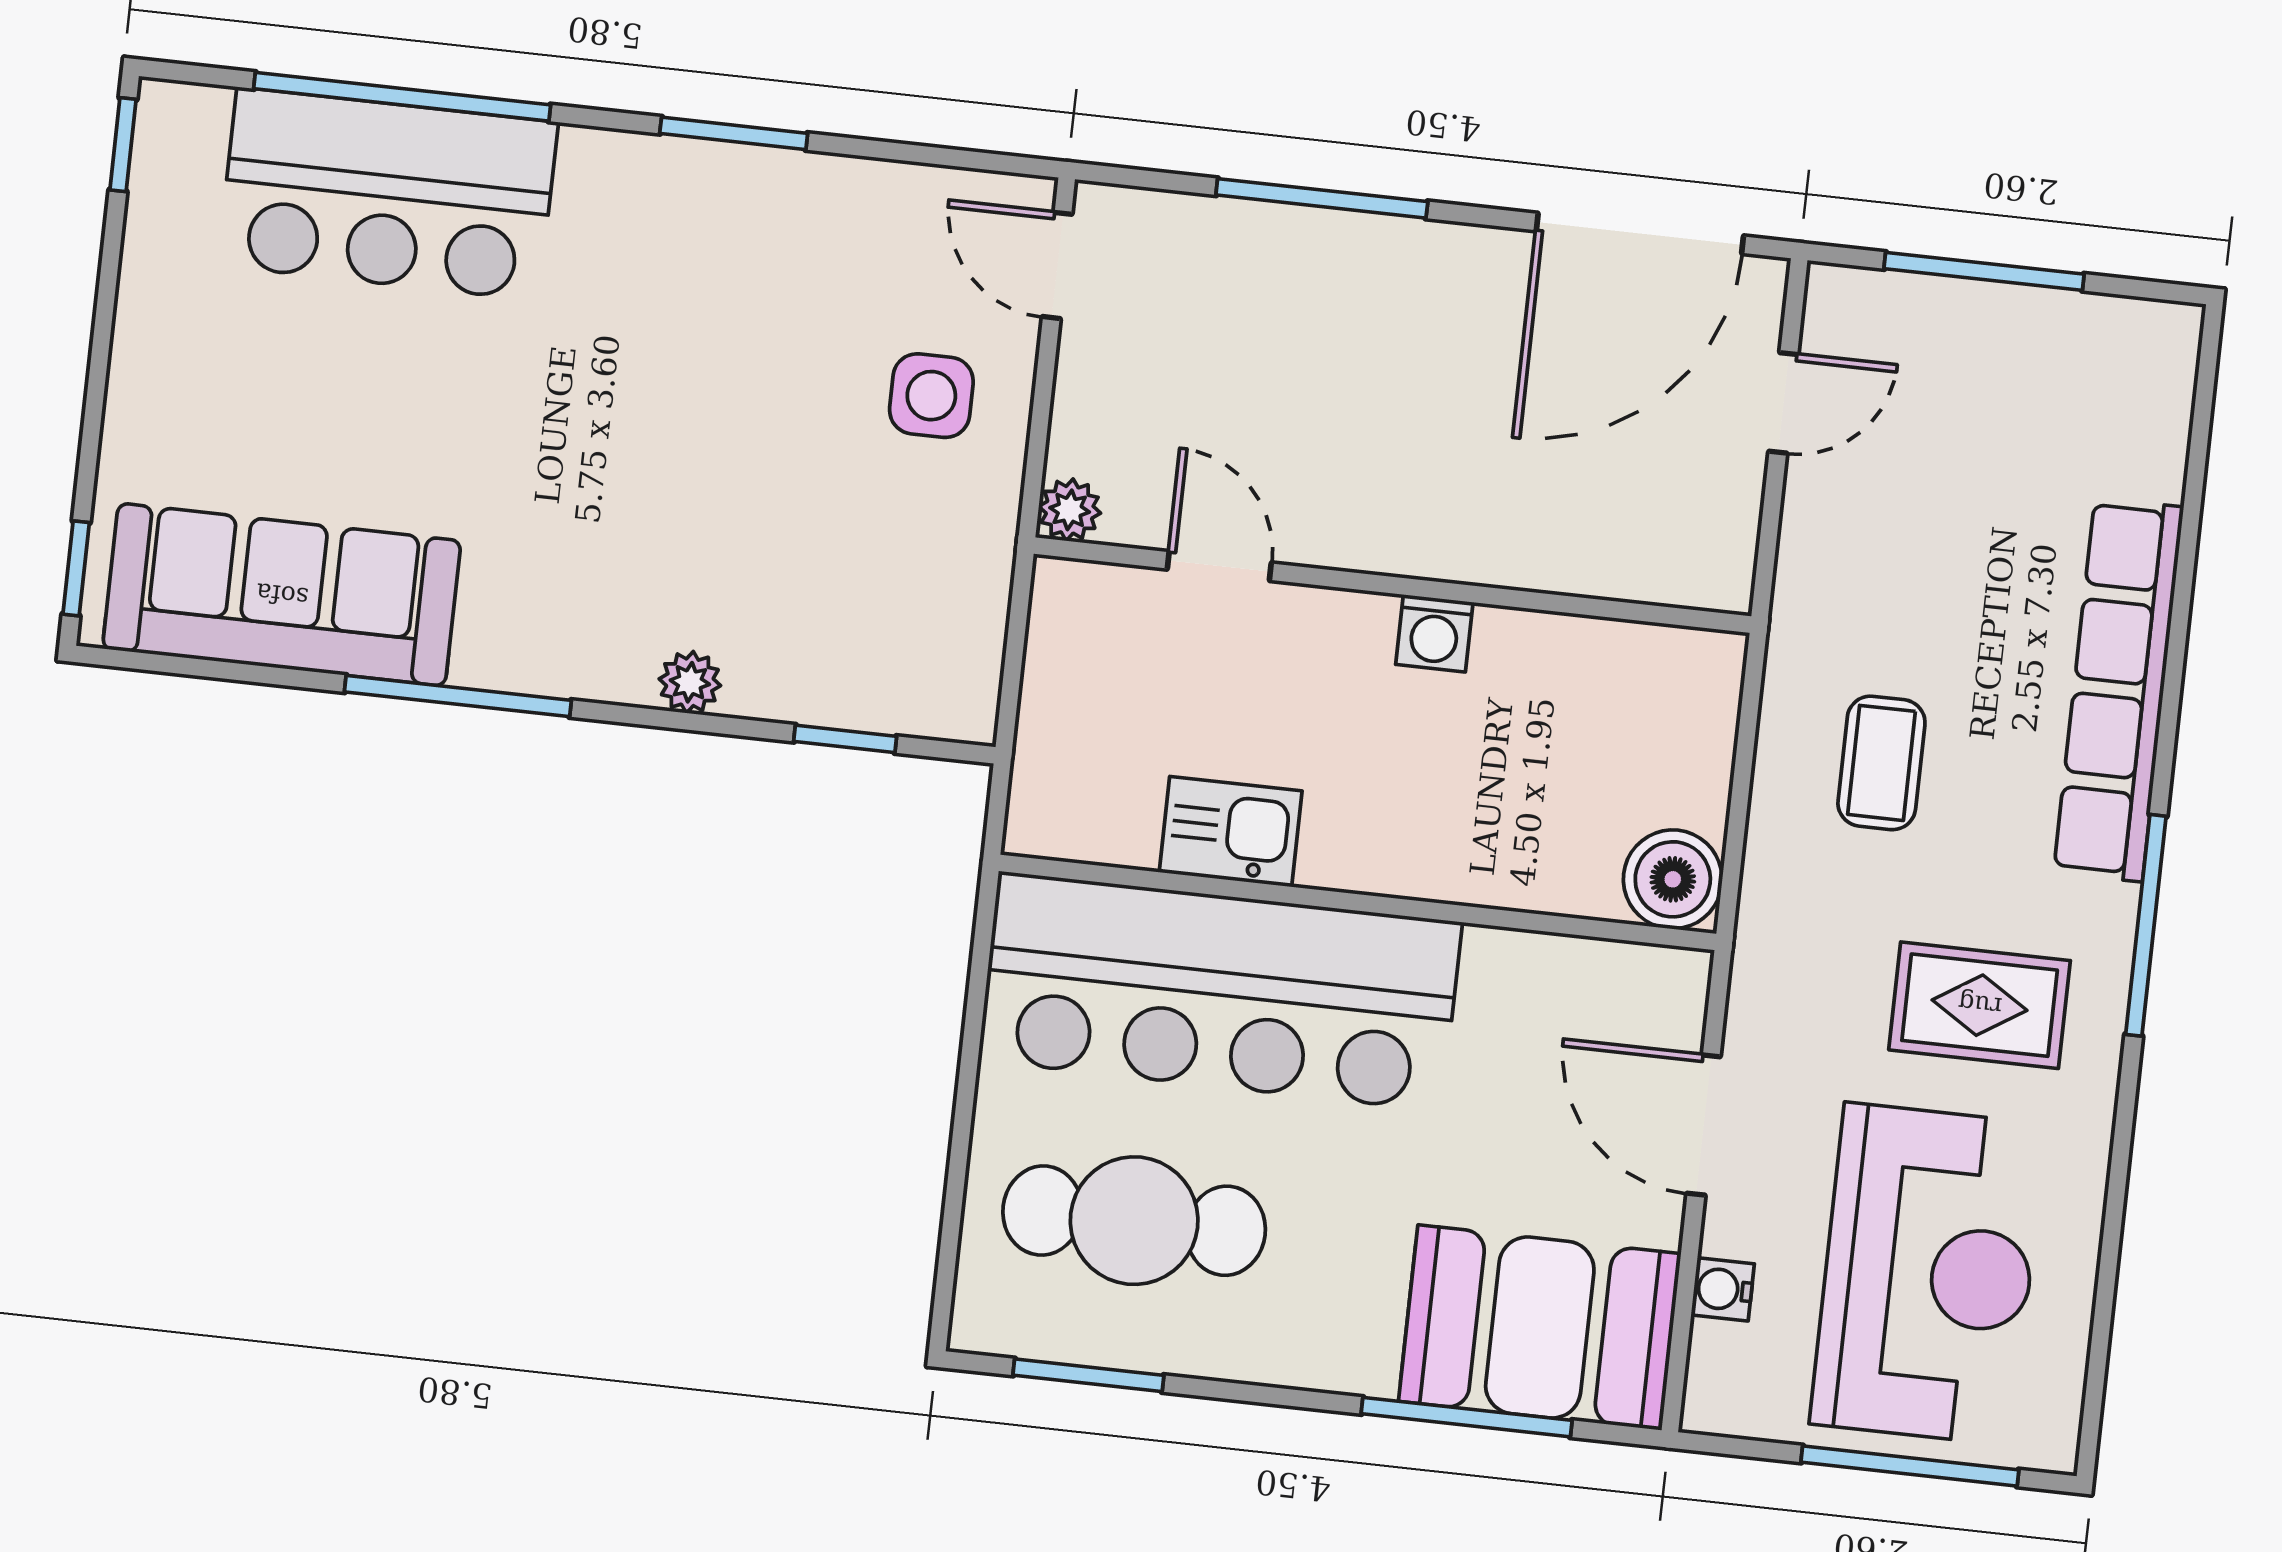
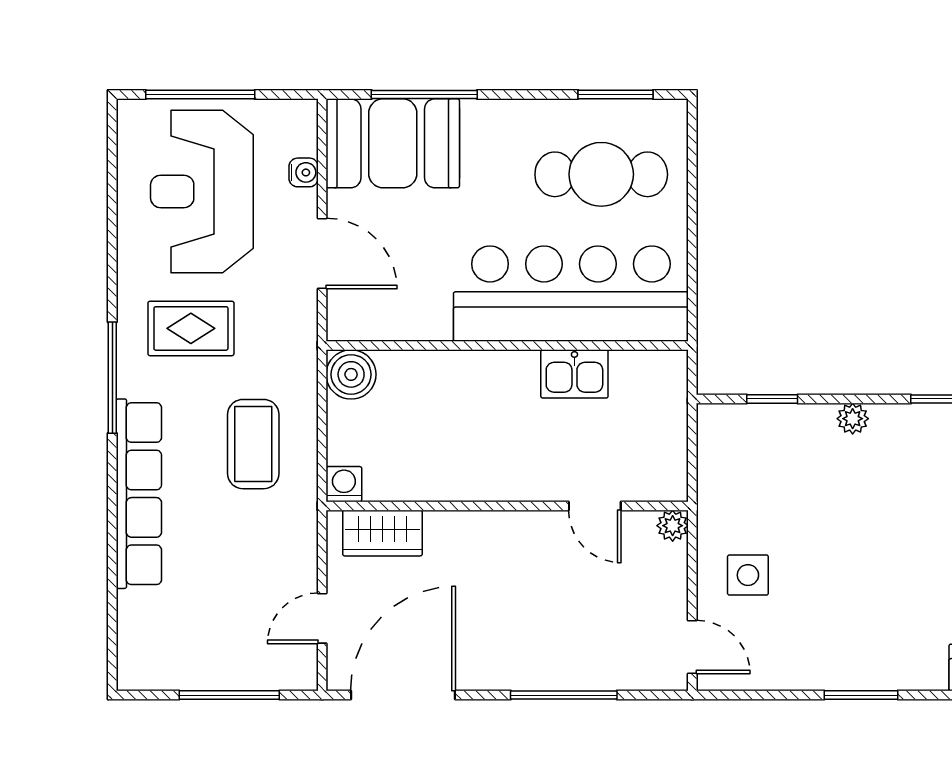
wardrobe: (1645, 559) -> (382, 533), added
washing machine: (1434, 633) -> (344, 484), moved
coffee table: (1881, 763) -> (253, 444), width x1.36, depth x1.30

